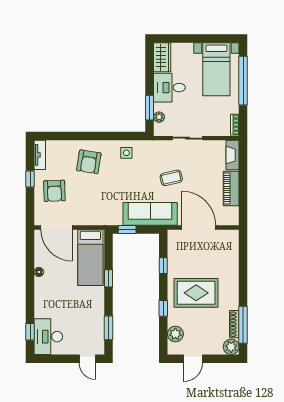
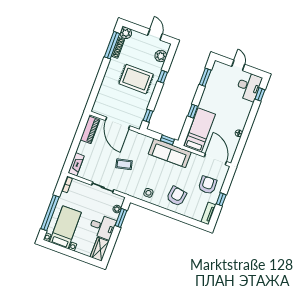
piano: (231, 188) -> (90, 130), moved
sofa: (150, 214) -> (170, 153), moved
window: (163, 266) -> (148, 116), moved
door: (87, 359) -> (238, 65), moved
door: (193, 359) -> (155, 35), hinge flipped

